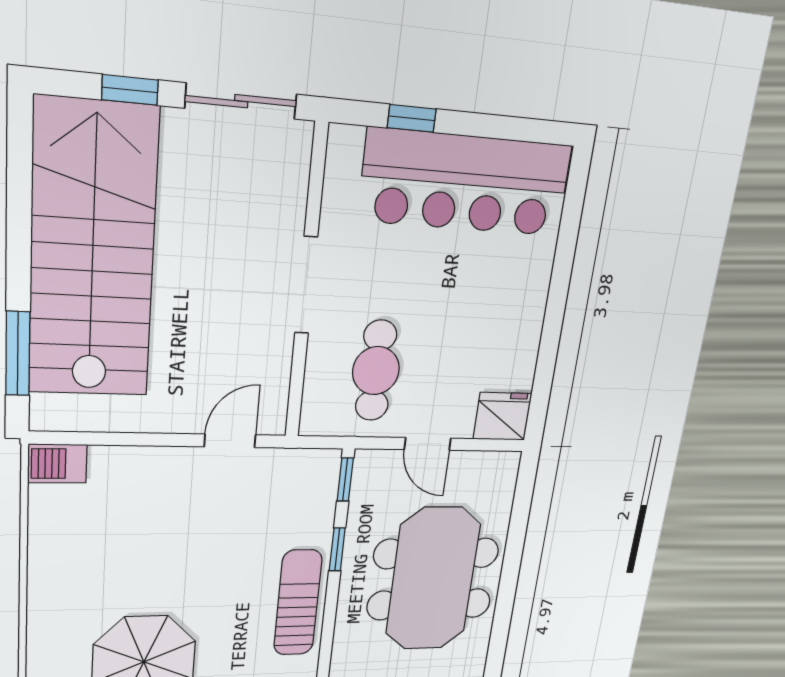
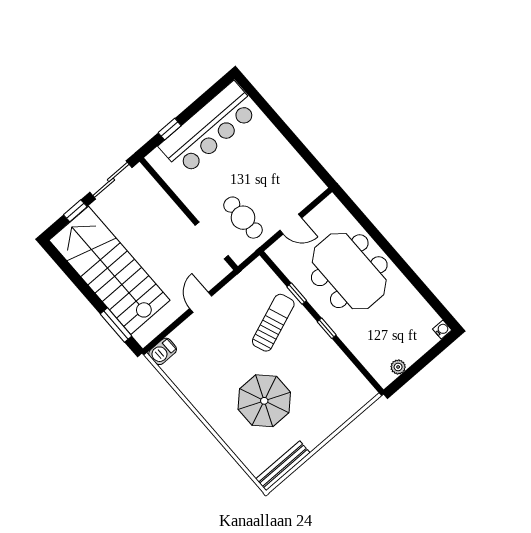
doorway: (306, 285) -> (212, 240), moved
fridge: (502, 416) -> (310, 188), removed
door: (230, 441) -> (201, 302), moved
window: (345, 480) -> (327, 328), moved
sun lounger: (298, 603) -> (273, 323), moved, turned 69

